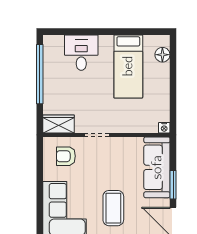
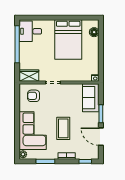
desk: (81, 53) -> (30, 31), moved, turned -90
bed: (128, 66) -> (68, 39), width x1.50
sofa: (157, 167) -> (91, 98), width x0.73

